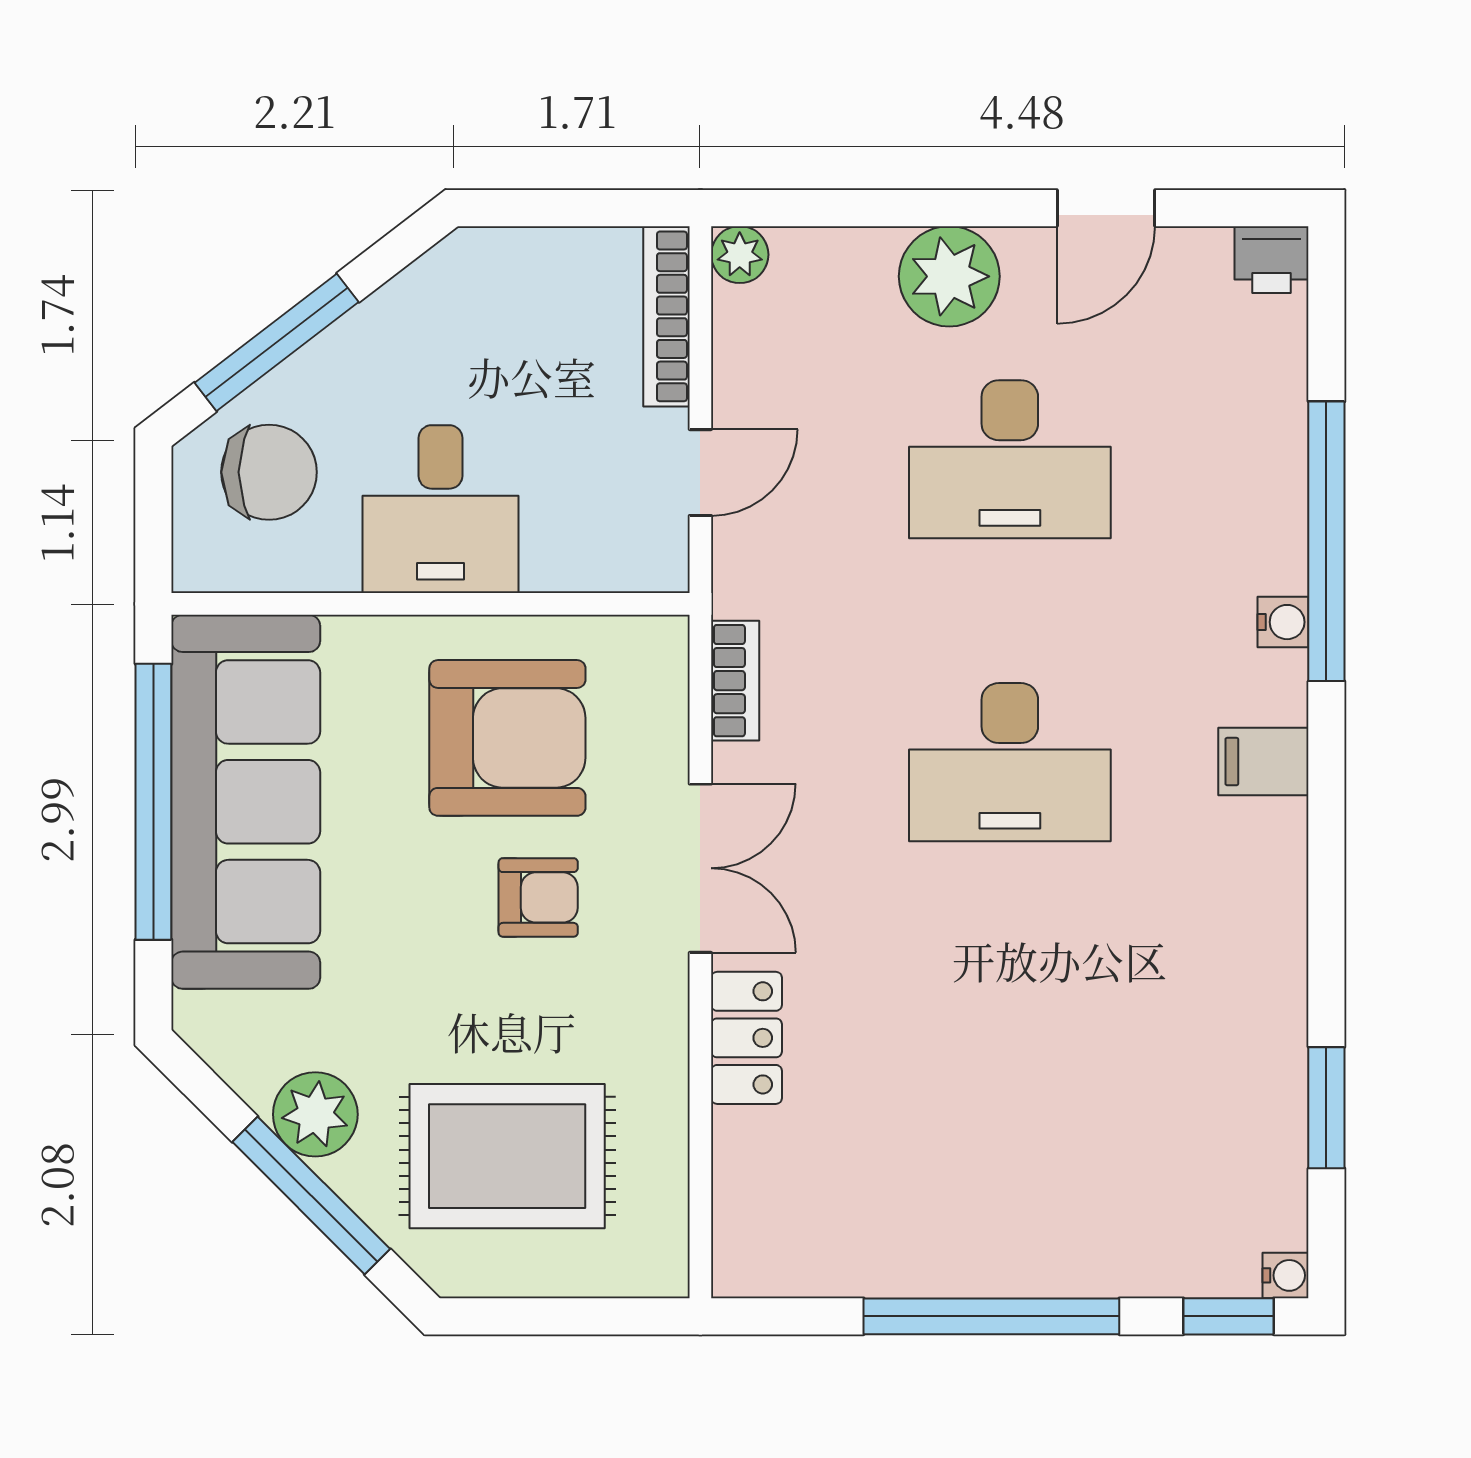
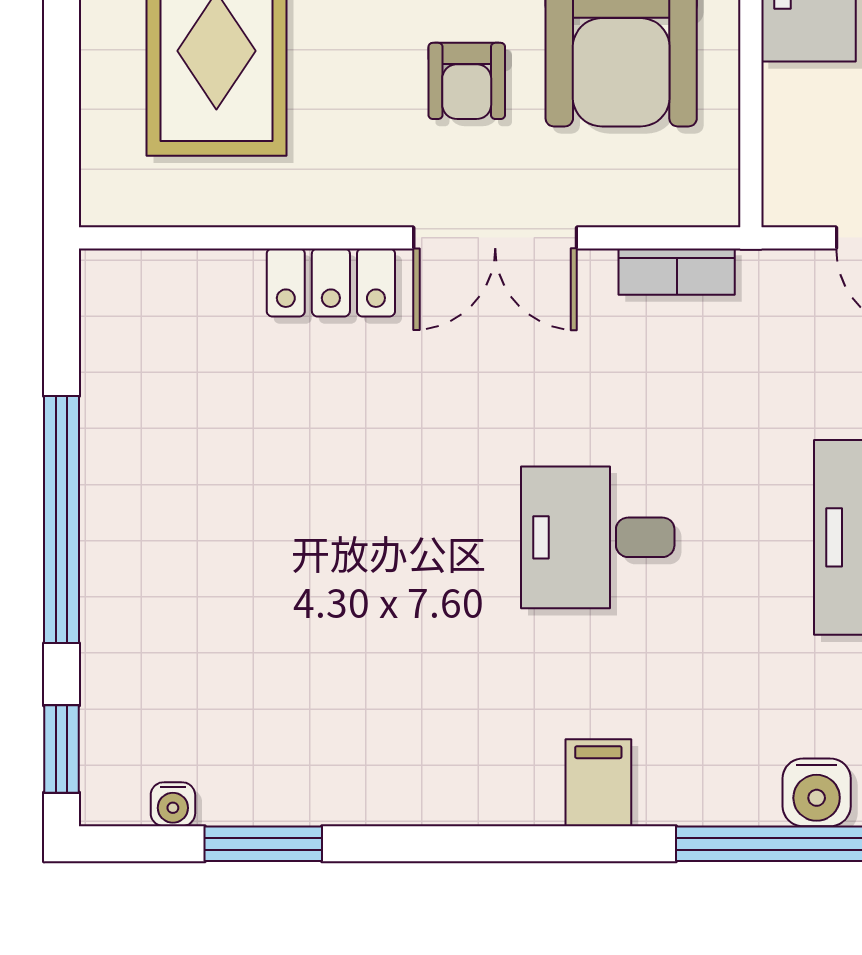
water cooler: (1283, 622) -> (817, 792), moved, width x1.38, depth x1.38
desk: (1010, 762) -> (598, 537), width x0.73
water cooler: (1286, 1275) -> (173, 804), moved

